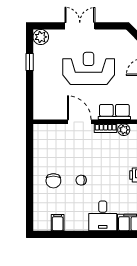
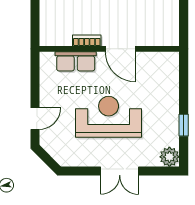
reception desk: (89, 68) -> (109, 117), turned 180
plant: (124, 130) -> (64, 39), removed

